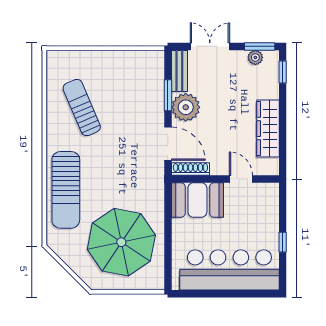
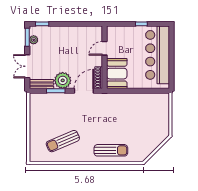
wardrobe: (268, 129) -> (75, 32), removed
sun lounger: (66, 190) -> (111, 150), width x0.73, depth x0.75
parasol: (121, 242) -> (141, 118), removed

